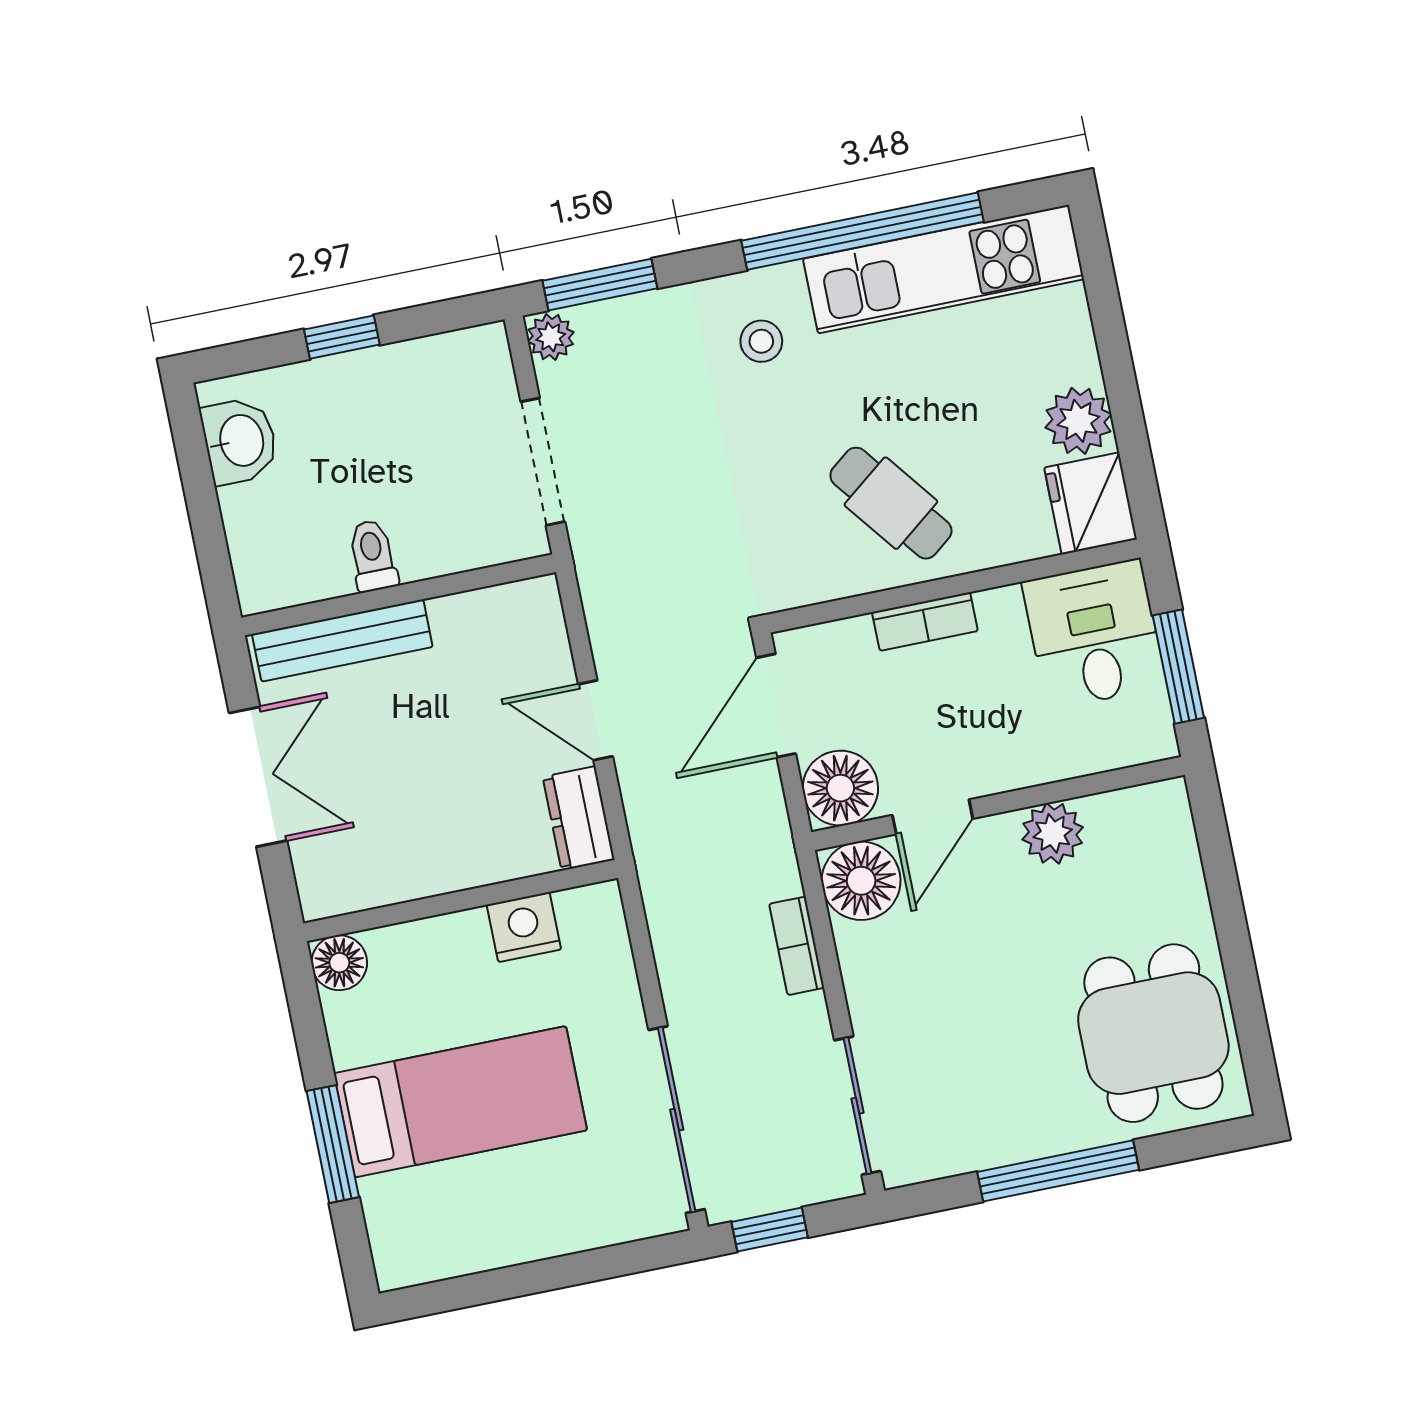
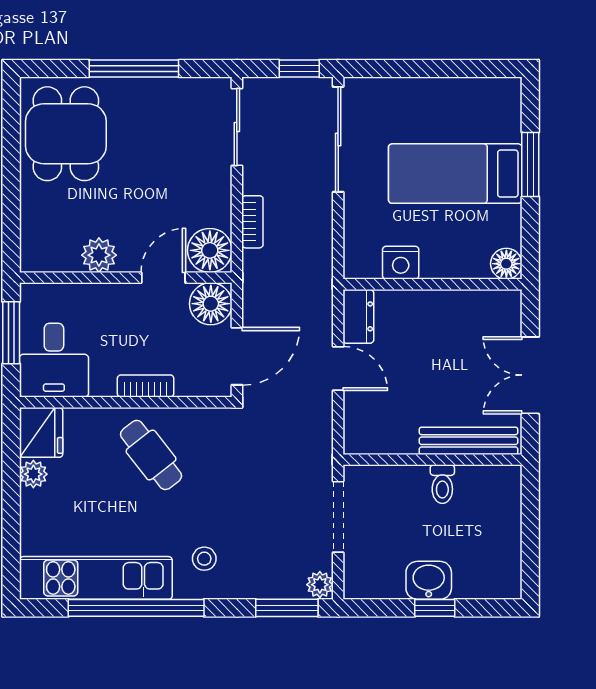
plant: (1078, 421) -> (33, 474), width x0.73, depth x0.73
washbasin: (240, 441) -> (429, 580), moved, turned 90

